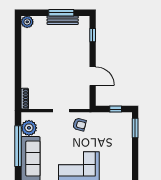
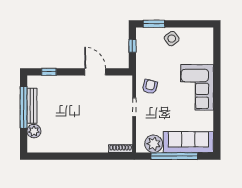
window: (61, 13) -> (24, 107), width x1.46
plant: (27, 22) -> (34, 131), moved
door: (93, 76) -> (95, 72), hinge flipped
side table: (122, 144) -> (172, 39), added

